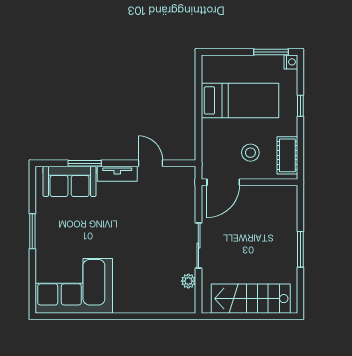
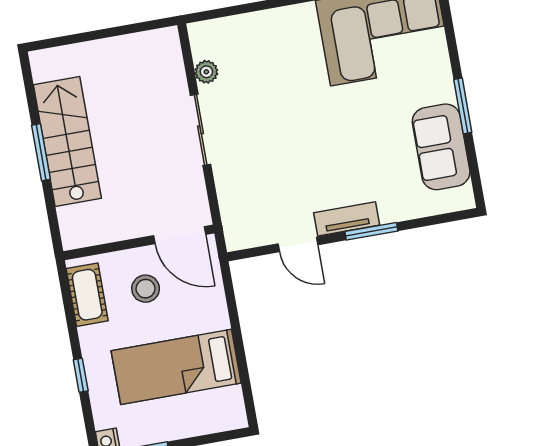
window: (85, 163) -> (371, 231), moved
sofa: (70, 181) -> (441, 147), moved, turned -90
door: (223, 182) -> (180, 235), swing flipped
stairs: (251, 299) -> (67, 142), moved, turned -90

